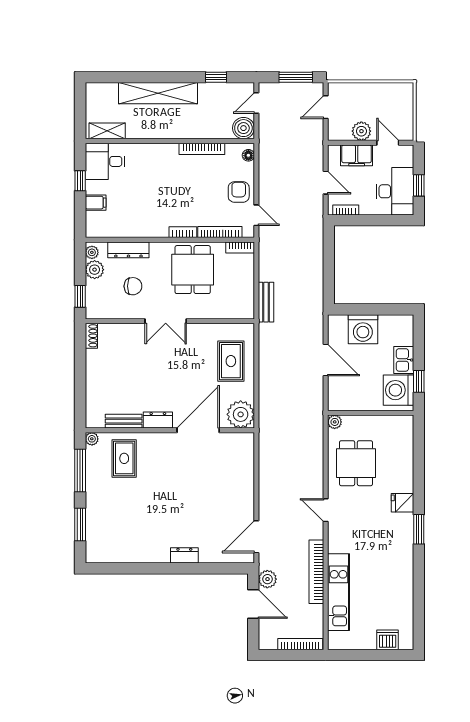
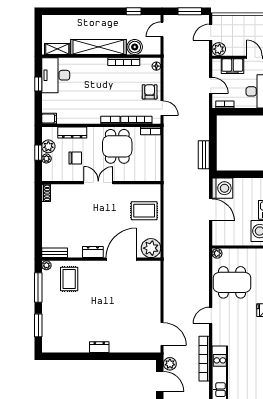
shelving: (158, 93) -> (98, 47), moved
boiler: (243, 128) -> (135, 47), moved
plant: (361, 131) -> (219, 49), moved
desk: (105, 161) -> (56, 75), width x1.37
filing cabinet: (96, 203) -> (49, 118), moved
plant: (92, 252) -> (46, 159), moved
window: (80, 296) -> (38, 153), moved
bench: (266, 302) -> (204, 155), moved
double door: (166, 321) -> (98, 183), swing flipped
washing machine: (363, 329) -> (222, 188), moved, turned -90
rug: (231, 361) -> (144, 211), turned 90
bench: (124, 421) -> (55, 253), moved
dining table: (356, 463) -> (232, 282), width x1.38
door: (326, 510) -> (211, 315), hinge flipped
door: (256, 537) -> (162, 334), swing flipped
dresser: (184, 555) -> (99, 347), moved

